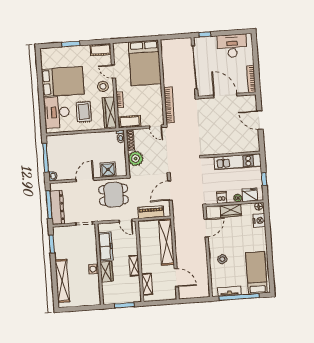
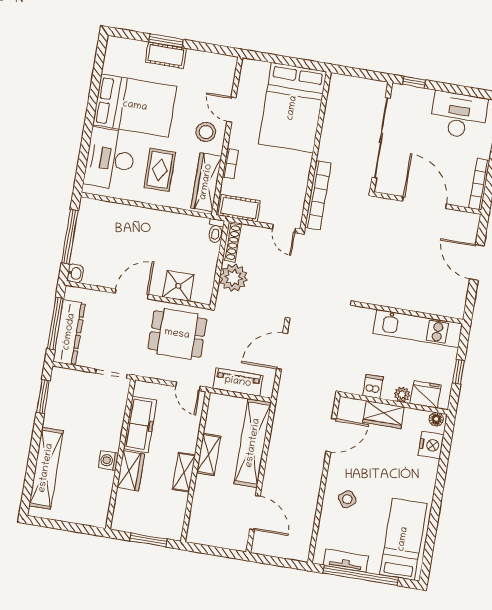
cot: (101, 50) -> (166, 55), moved
shelving: (147, 284) -> (209, 454), moved

